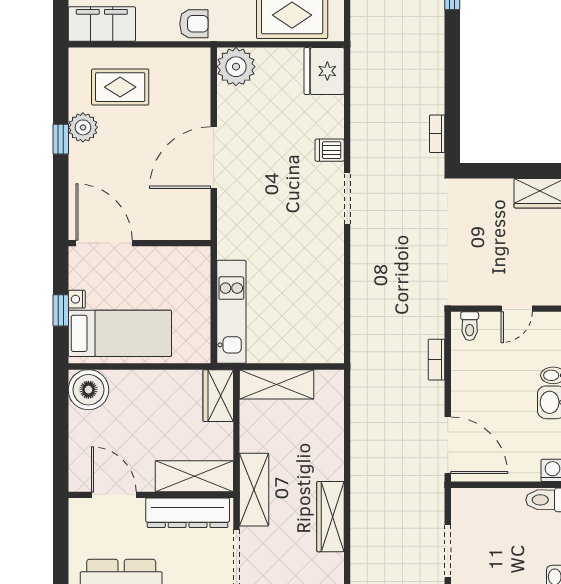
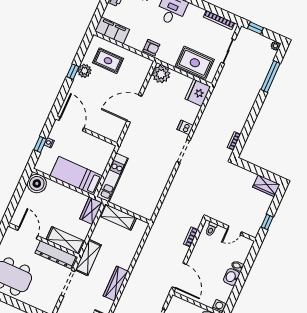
bed: (120, 333) -> (76, 176), moved, turned 180

